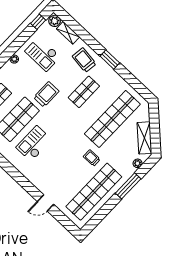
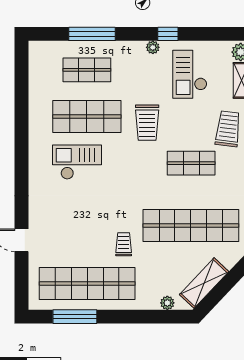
window: (38, 22) -> (168, 34), moved
trolley: (46, 94) -> (147, 123), turned 90
window: (128, 186) -> (75, 317), moved

